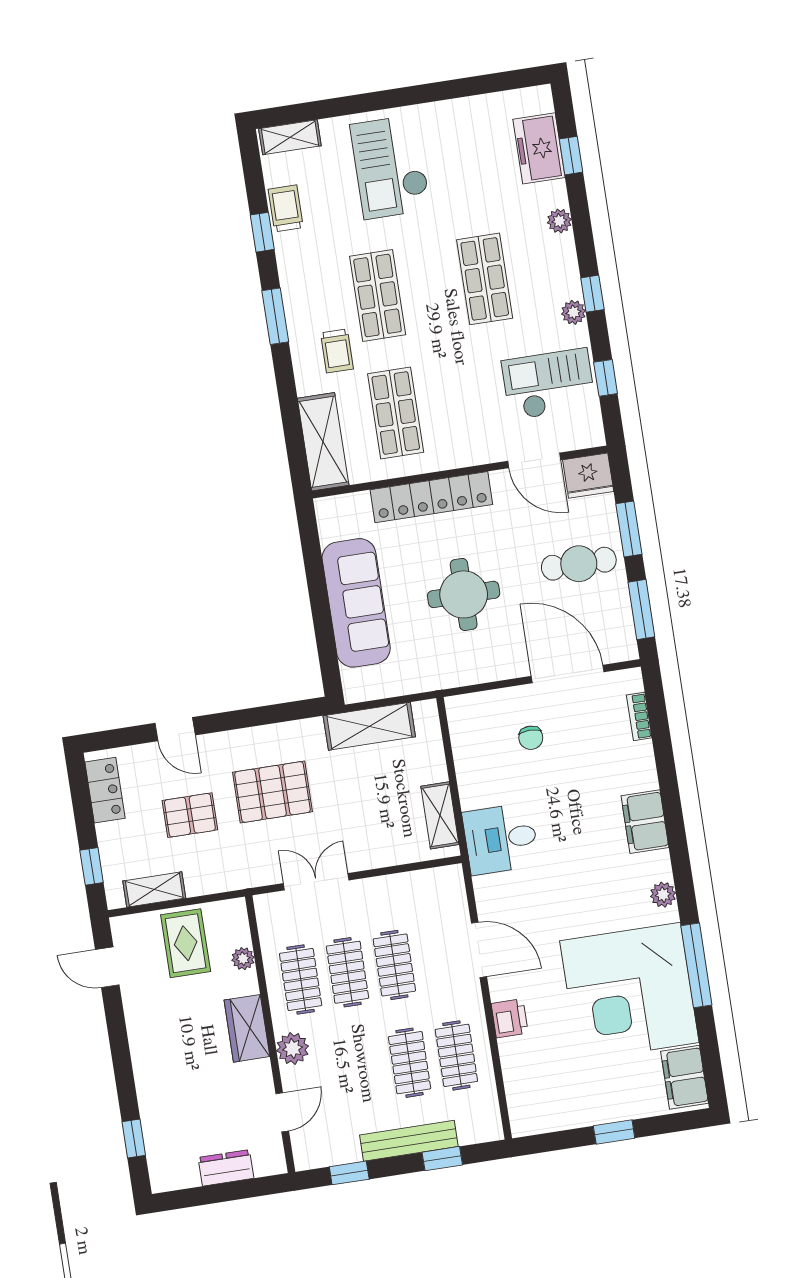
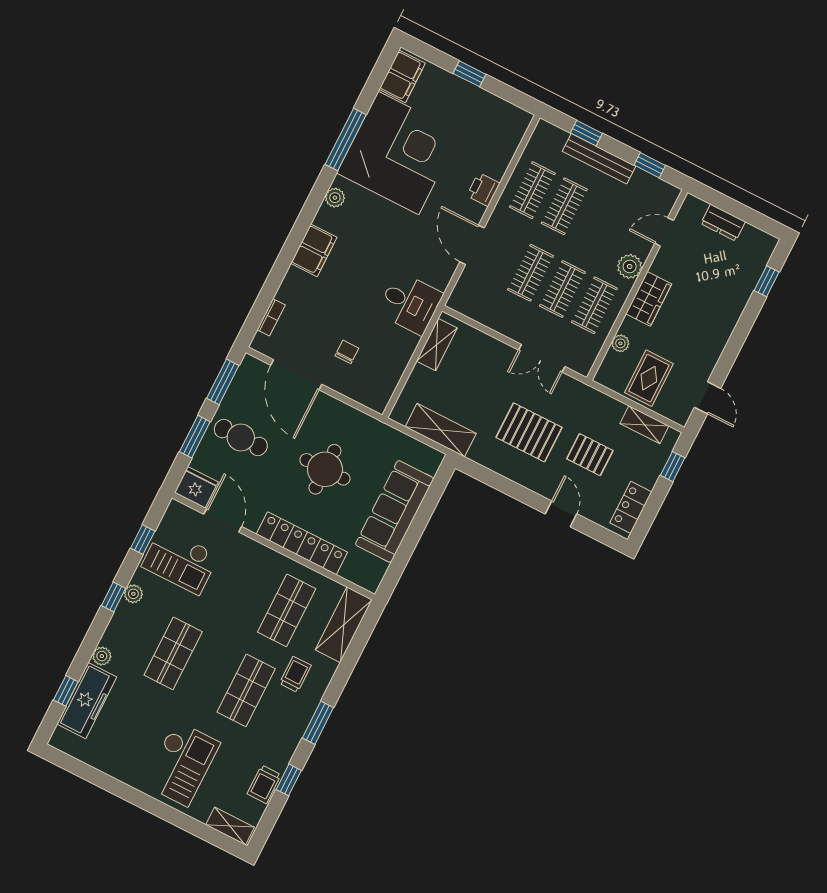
freezer: (539, 148) -> (87, 701), width x1.40

